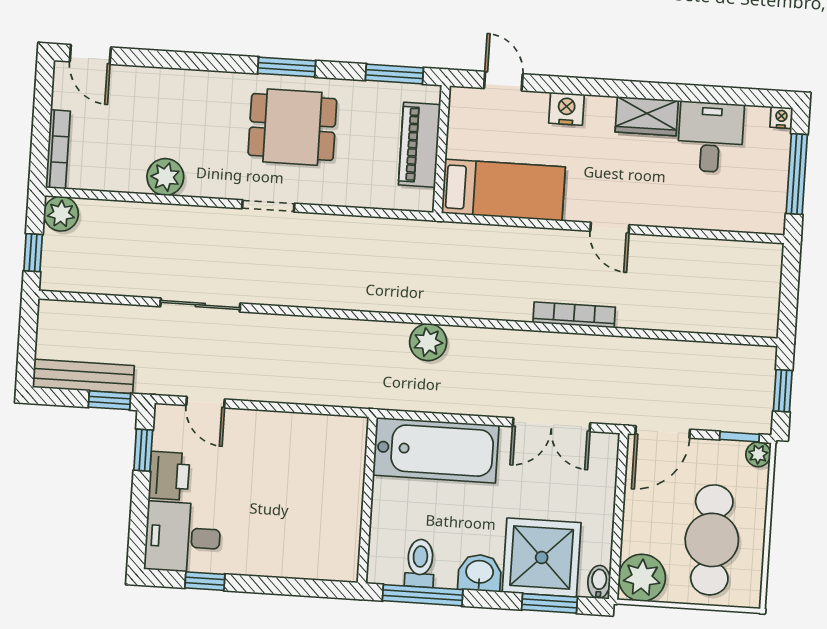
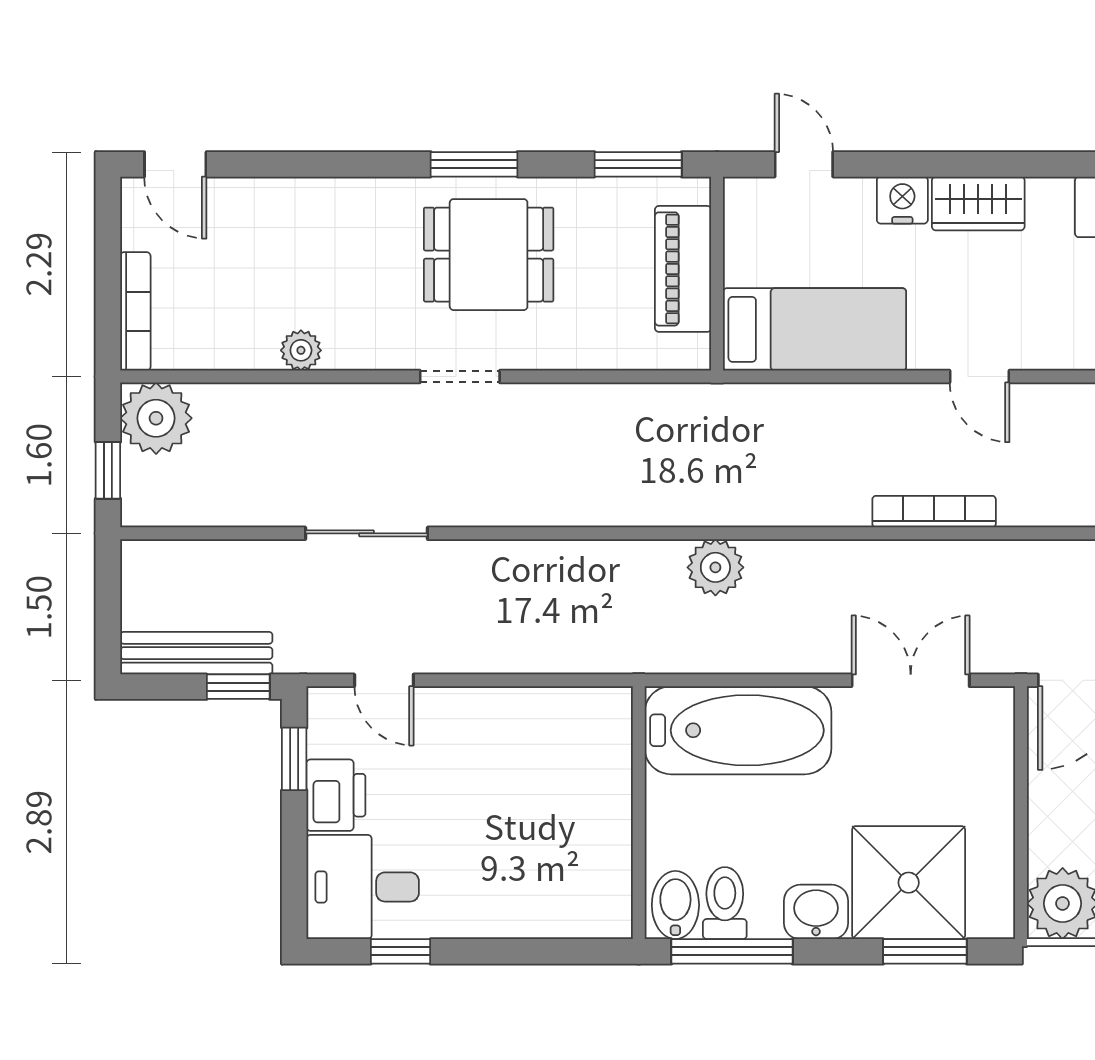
wardrobe: (647, 116) -> (978, 203), moved
plant: (165, 177) -> (301, 350), width x0.73, depth x0.73
plant: (61, 214) -> (156, 418), width x1.36, depth x1.36
double door: (552, 425) -> (911, 680), swing flipped
bidet: (599, 582) -> (675, 905), moved, width x1.38, depth x1.36

